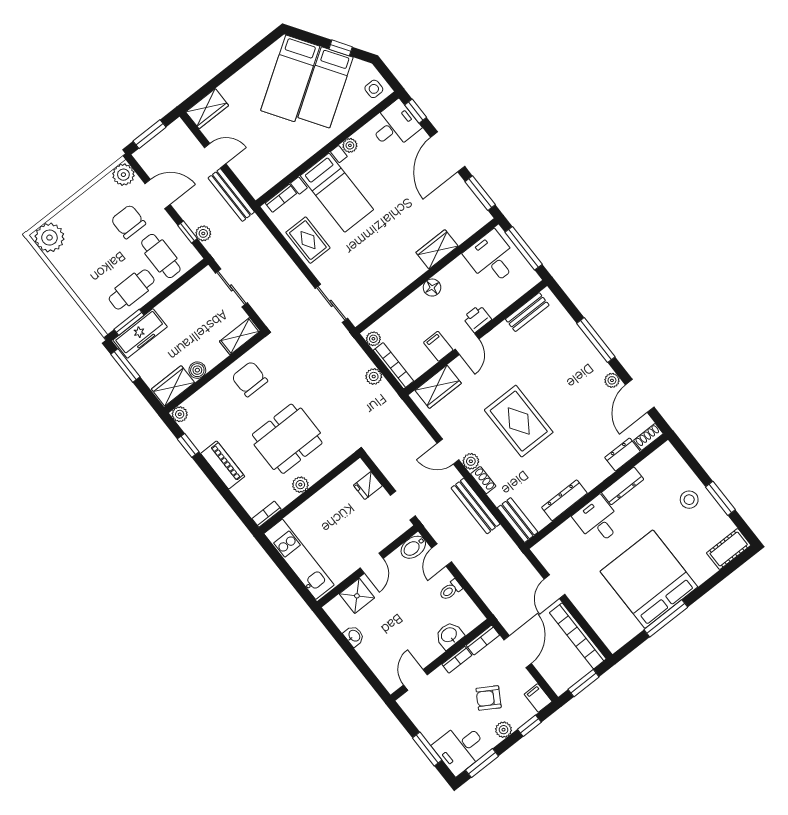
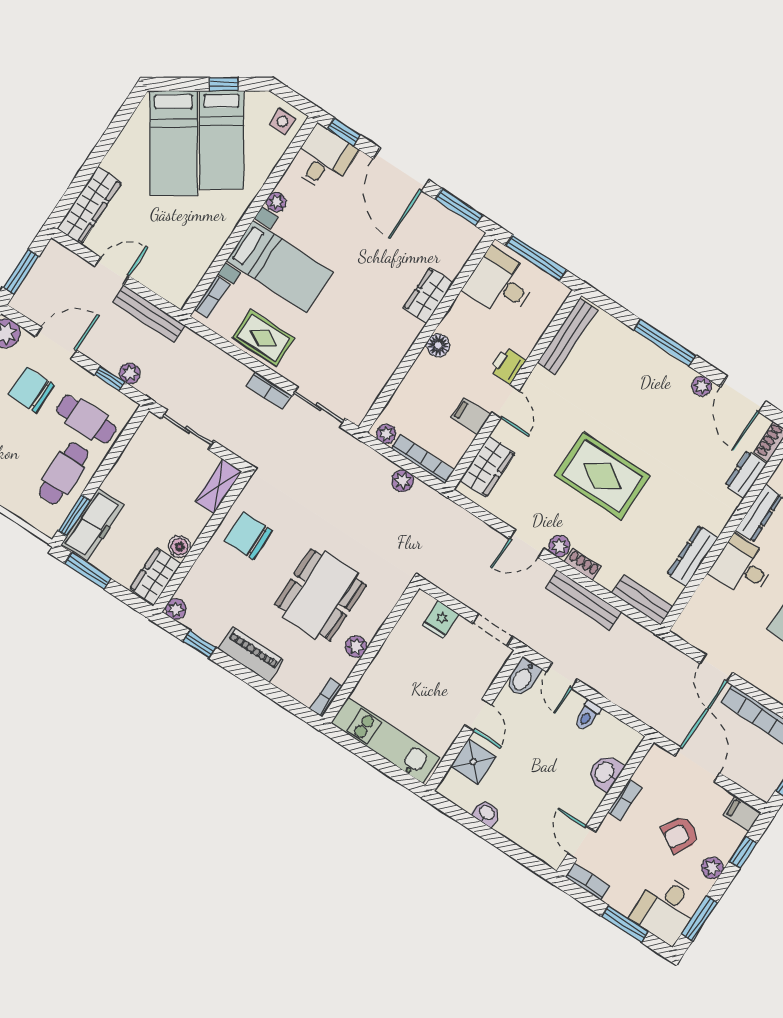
wardrobe: (207, 109) -> (89, 205), width x1.50
bookcase: (299, 279) -> (269, 390), added
bench: (527, 312) -> (567, 336), width x1.36
bookcase: (483, 640) -> (588, 882), moved, turned -90

